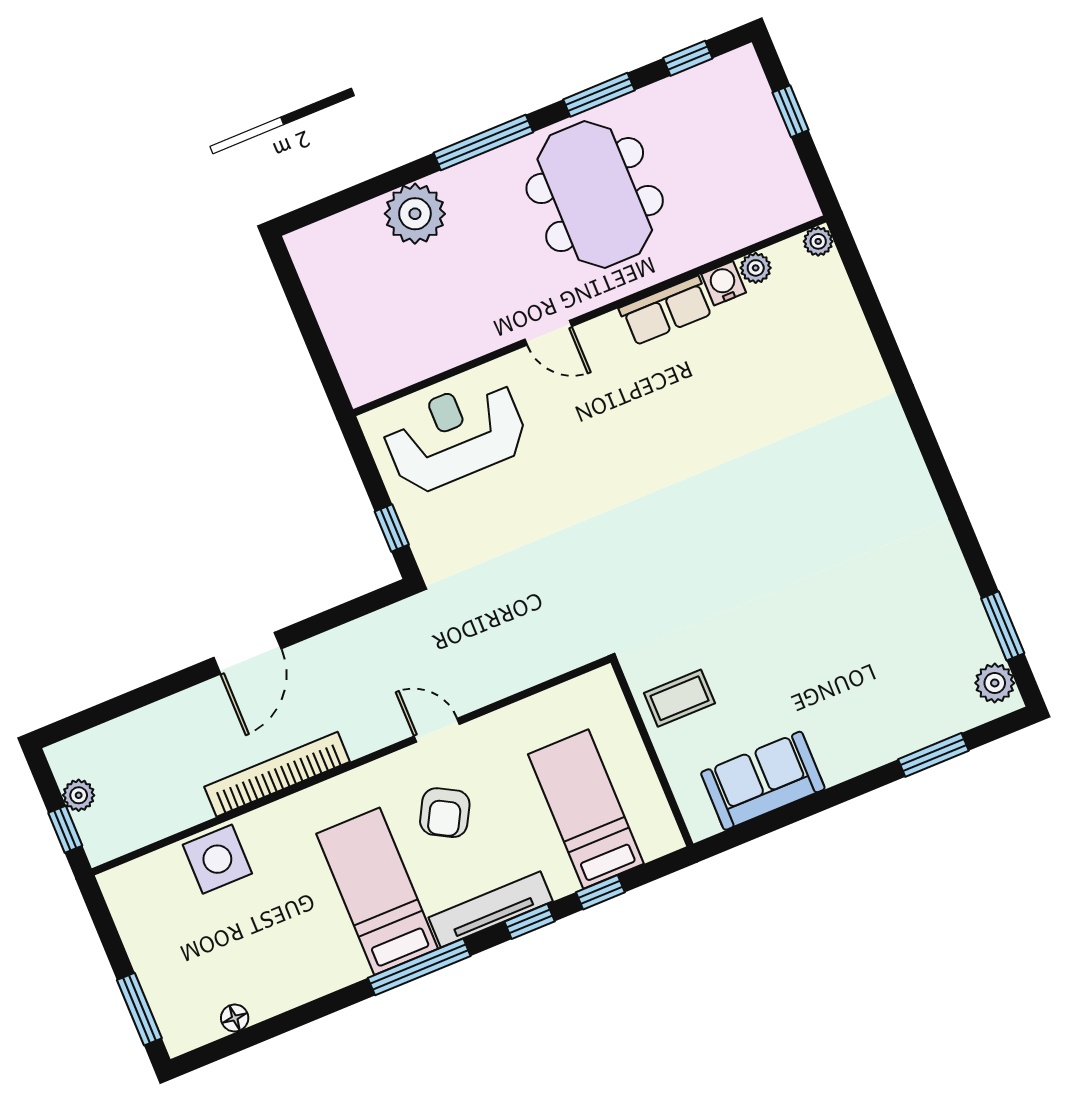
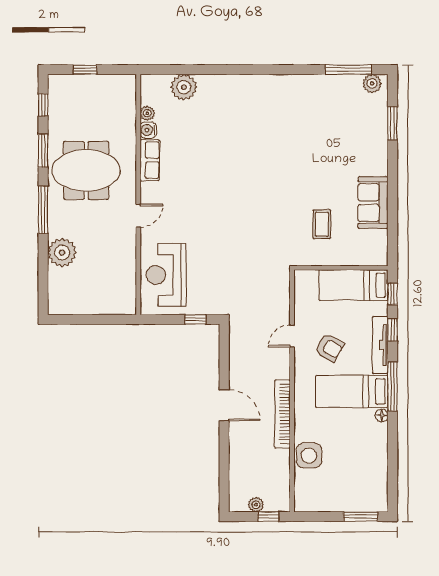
plant: (818, 241) -> (184, 87), moved, width x1.88, depth x1.88
window: (1003, 626) -> (348, 70), width x1.44
wall: (652, 753) -> (341, 268), moved
floor lamp: (235, 1018) -> (382, 416), moved

